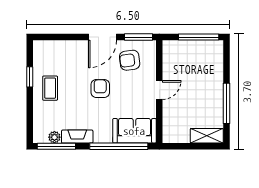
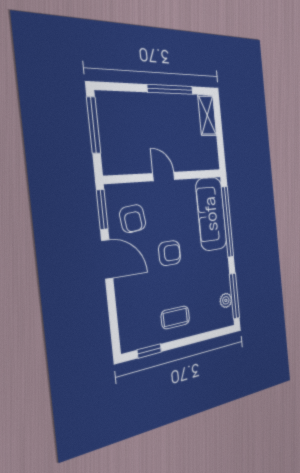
window: (30, 77) -> (149, 351), moved
armchair: (100, 89) -> (170, 253), turned 180
sofa: (134, 131) -> (211, 214), width x1.36
fireplace: (77, 137) -> (223, 273), removed

